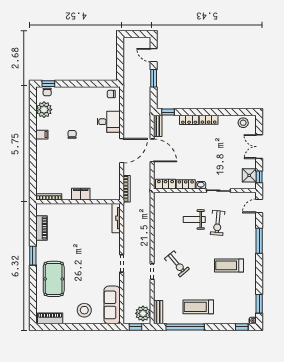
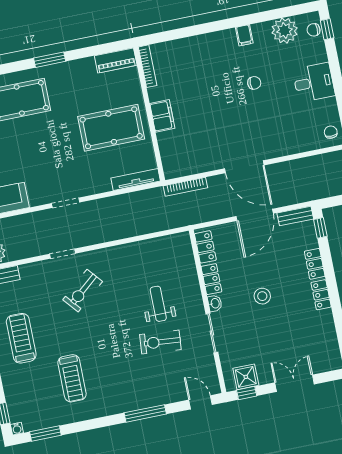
desk: (109, 122) -> (314, 82), moved, turned -90
stool: (243, 123) -> (262, 296), moved
pool table: (82, 227) -> (111, 128), added
piano: (42, 228) -> (116, 60), moved
treadmill: (229, 265) -> (72, 378), moved, turned 180

